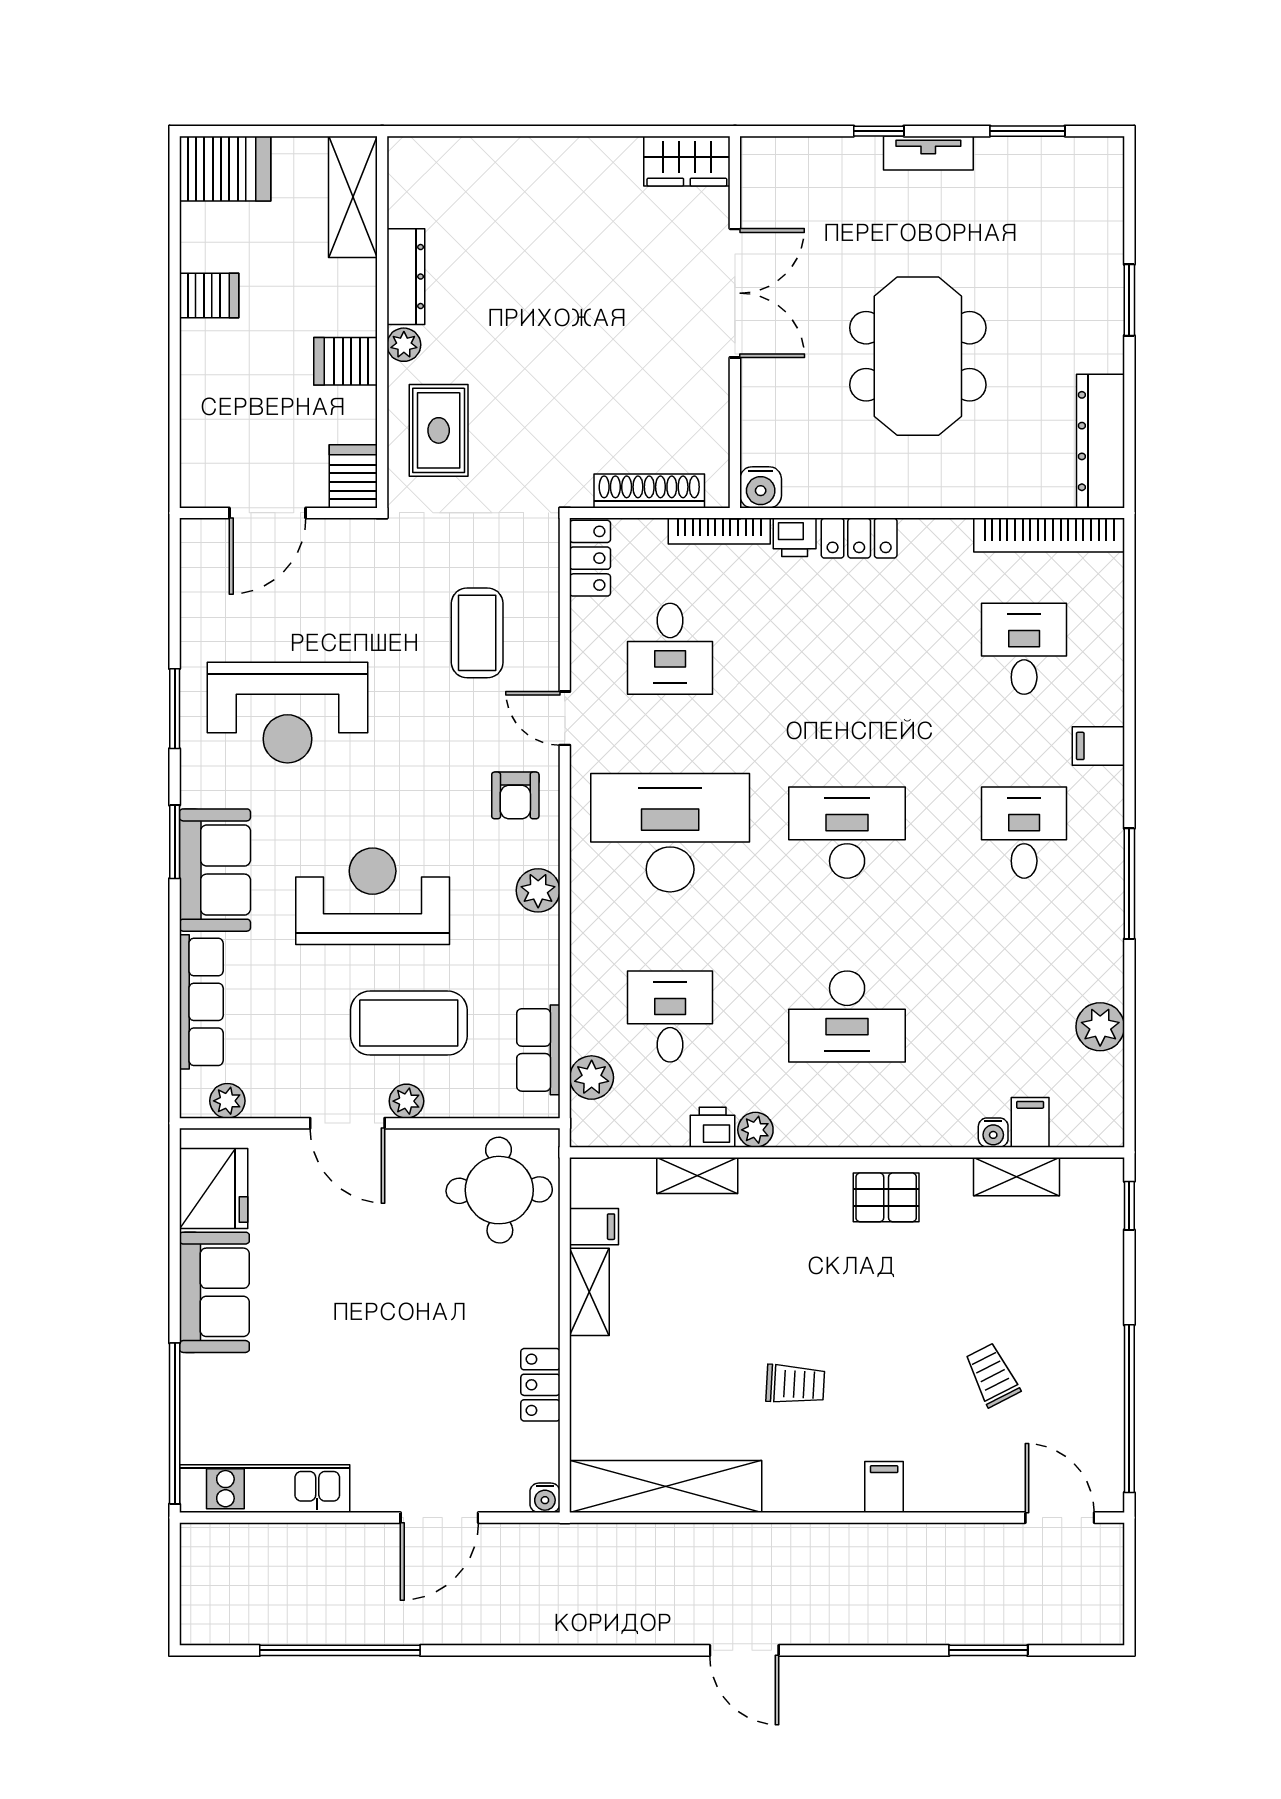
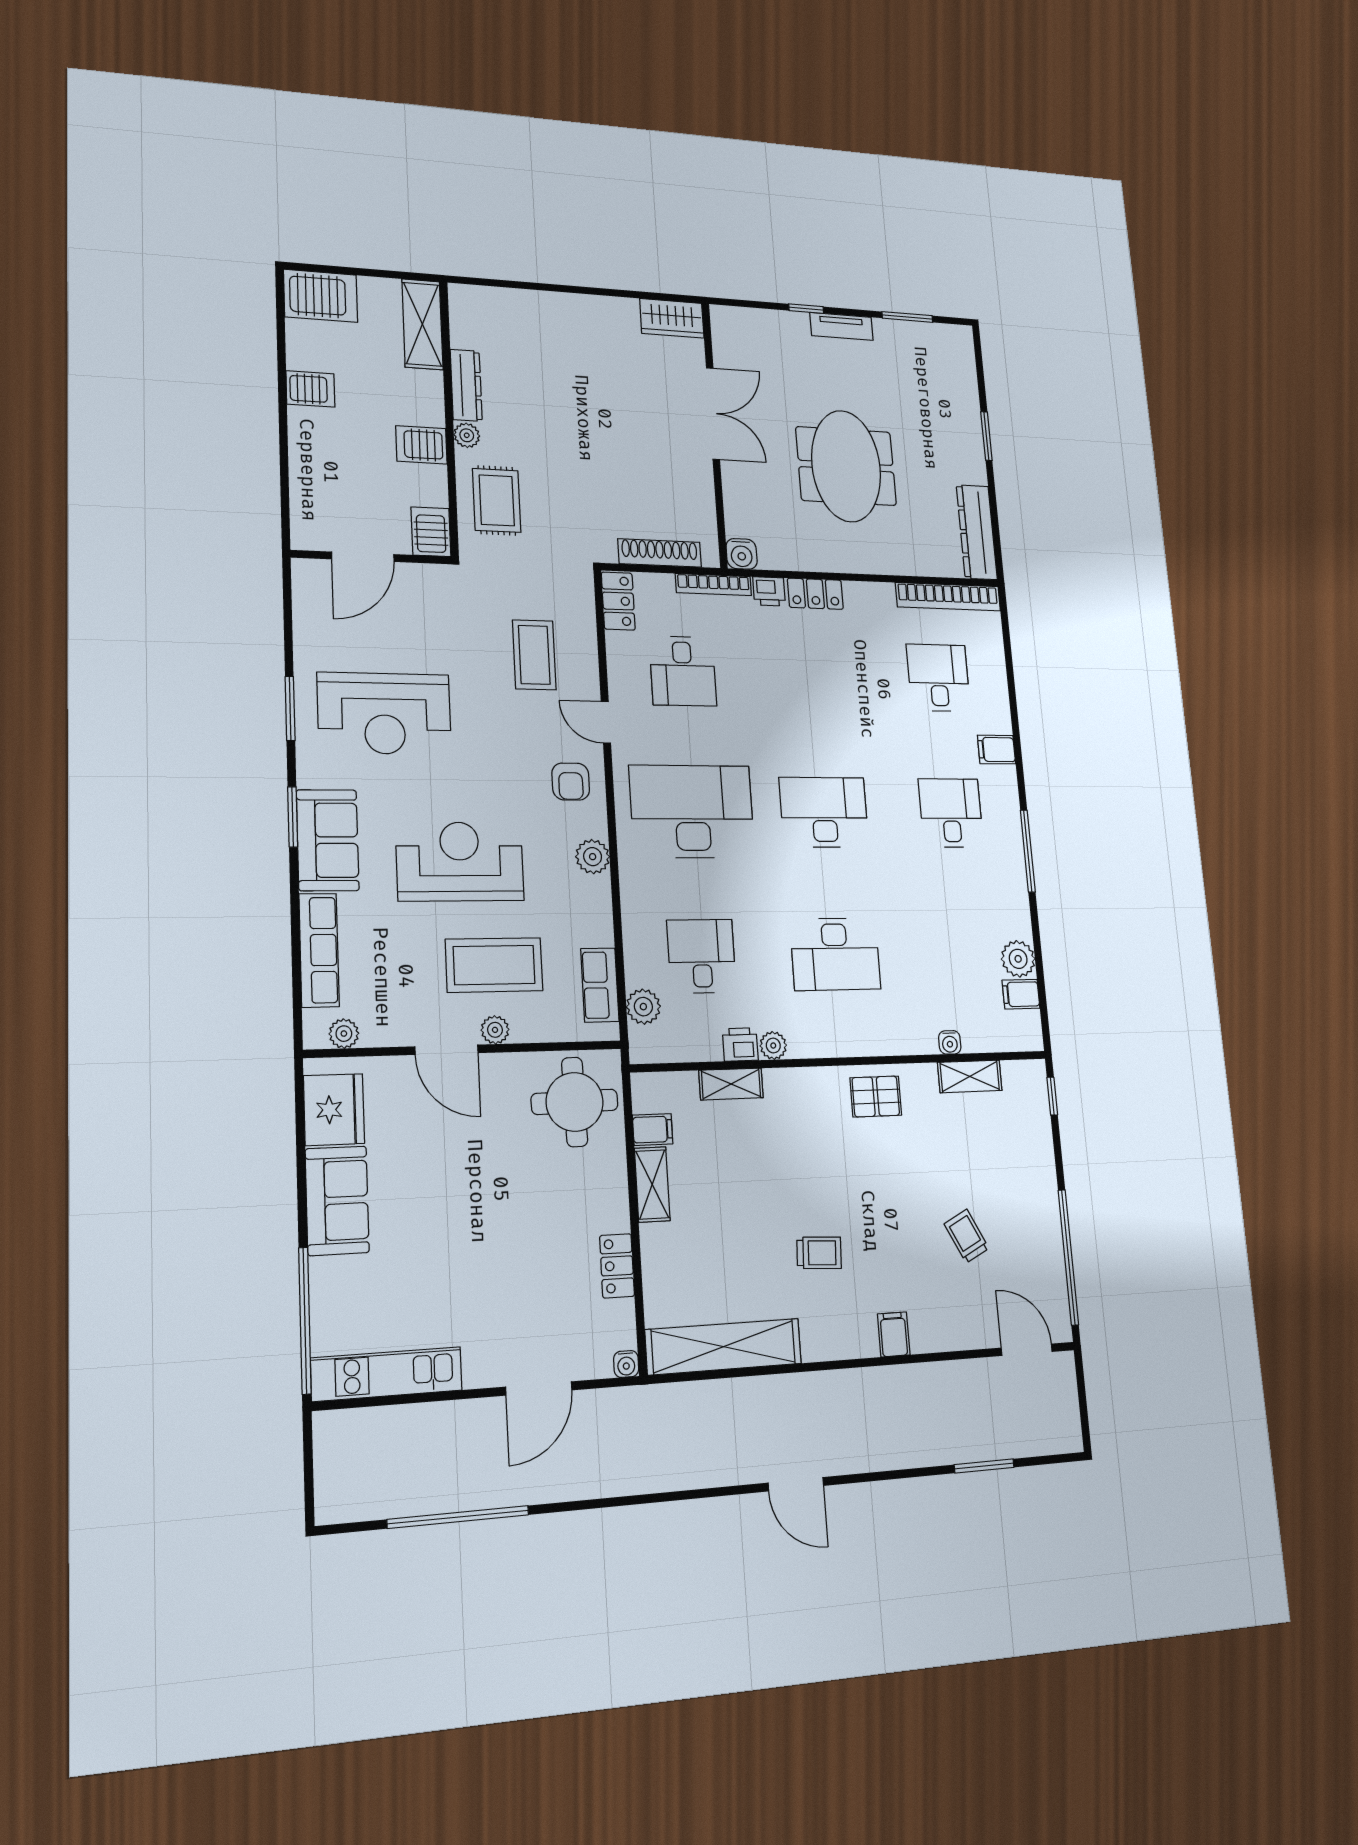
filing cabinet: (1030, 1122) -> (1021, 994), moved, turned -90

